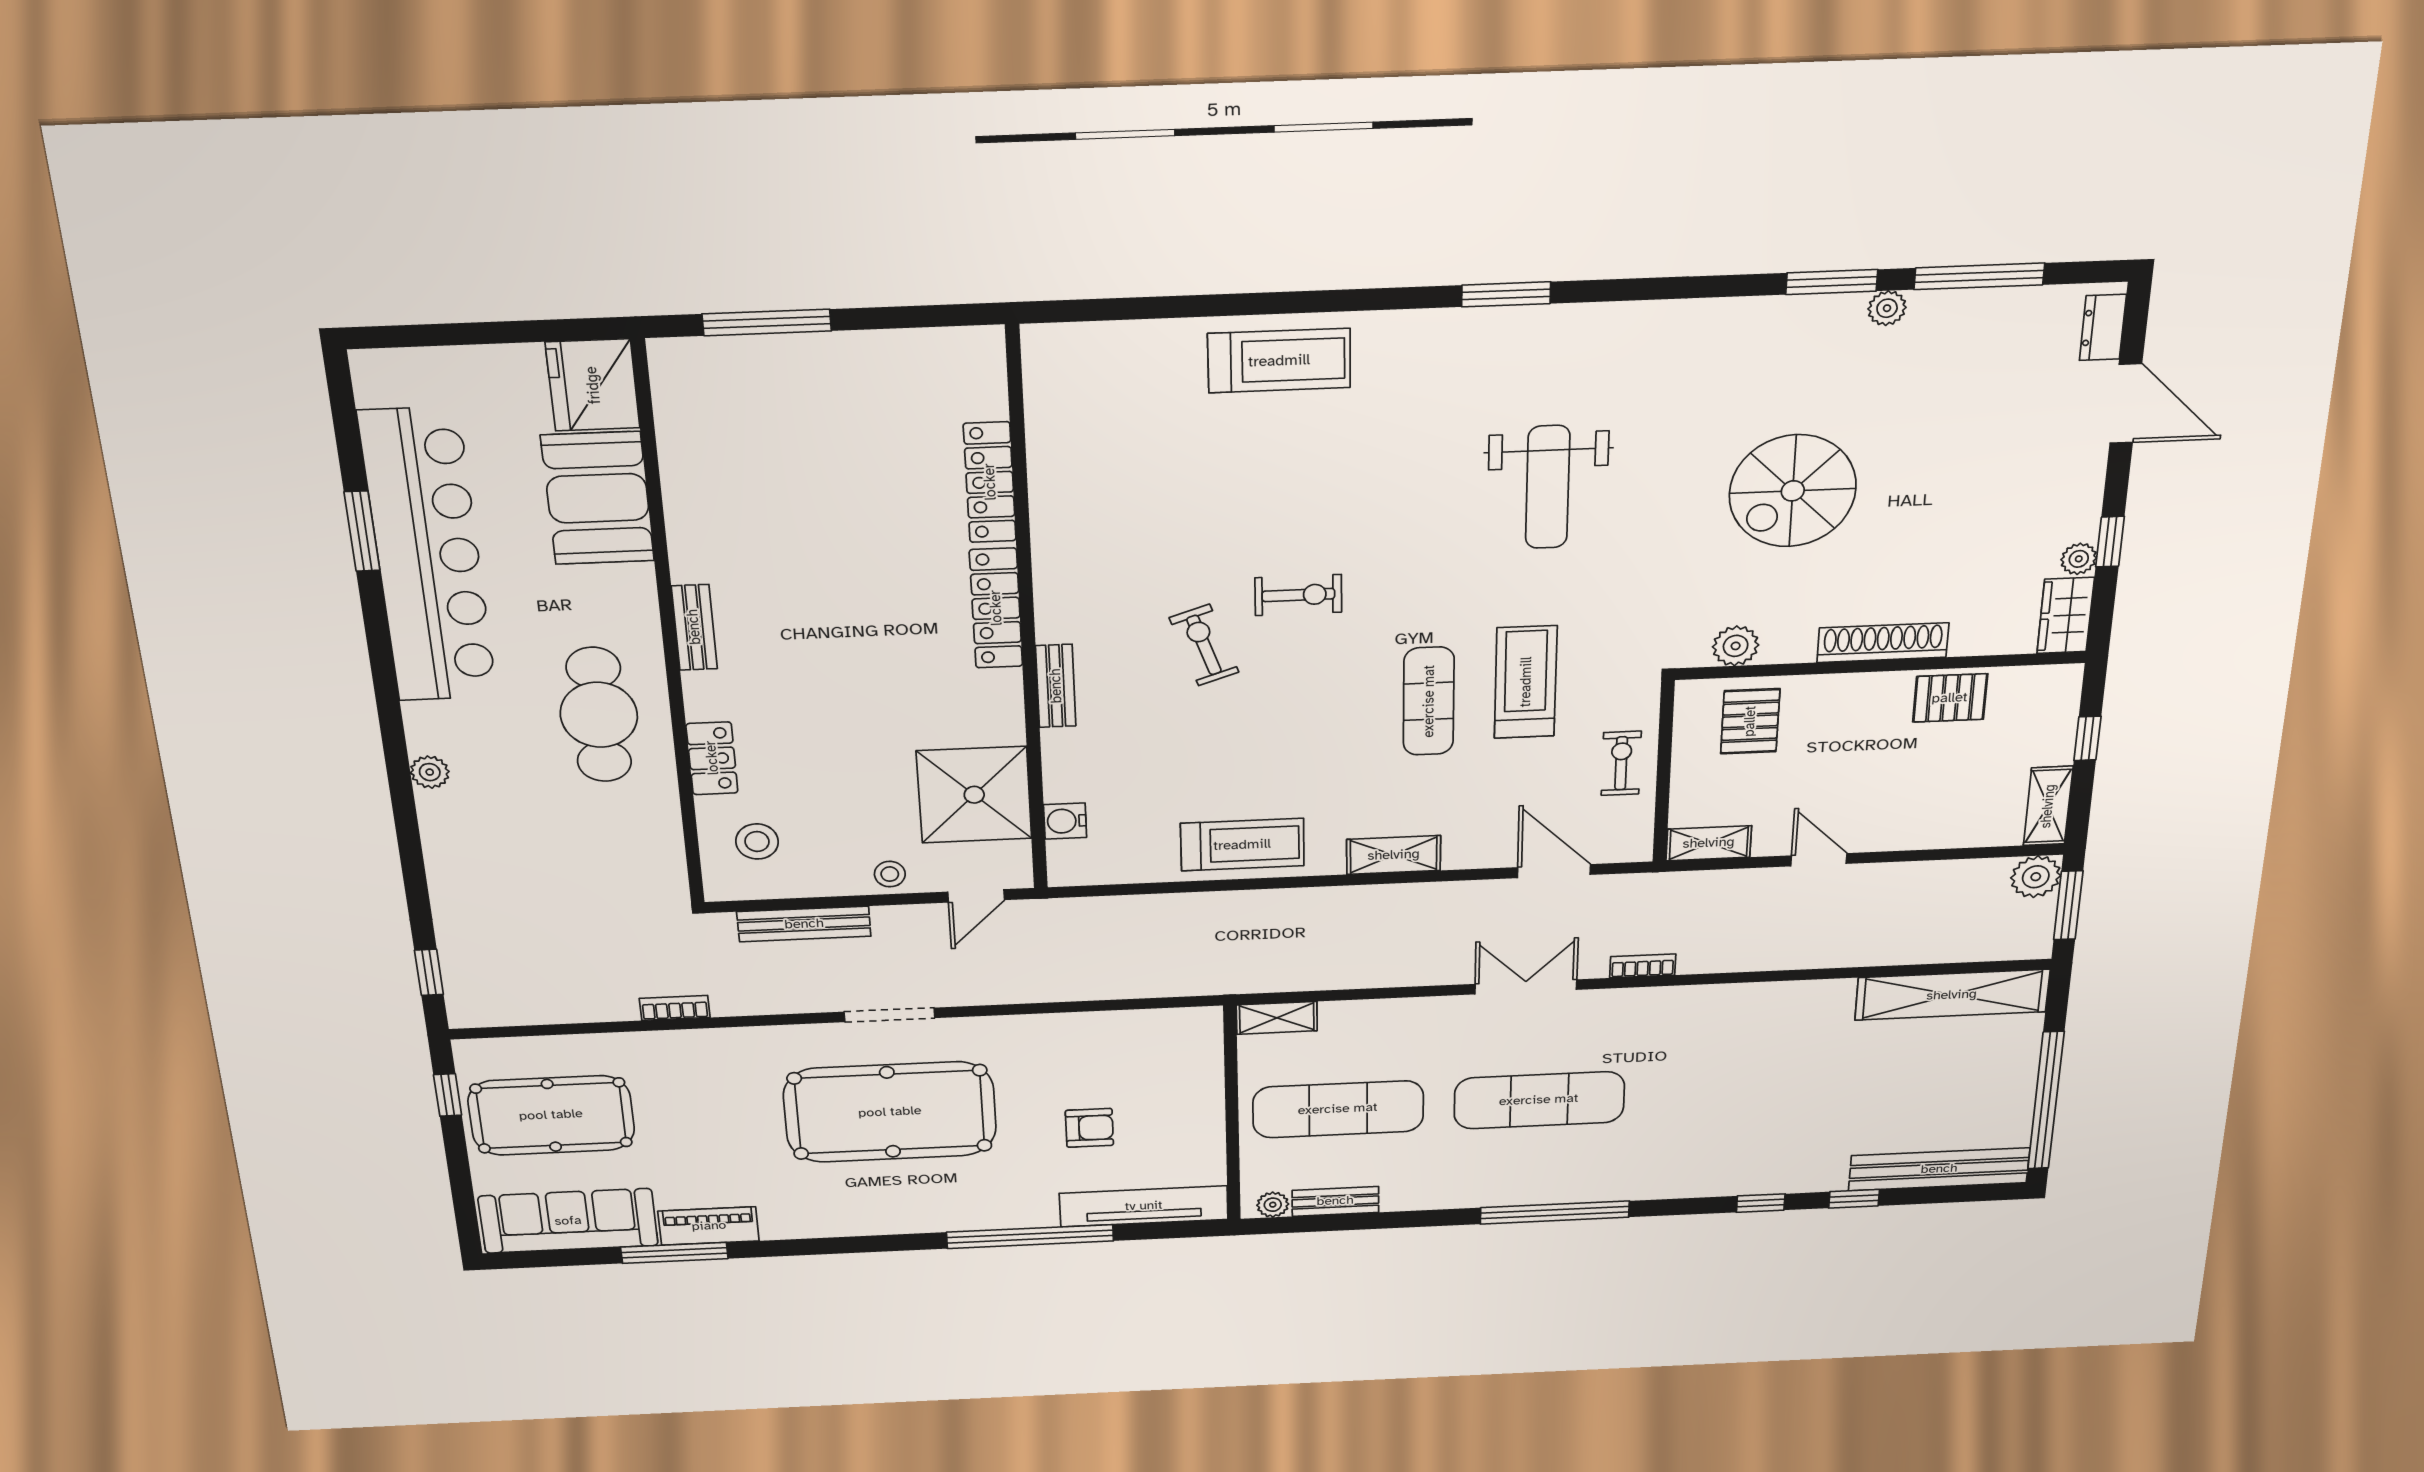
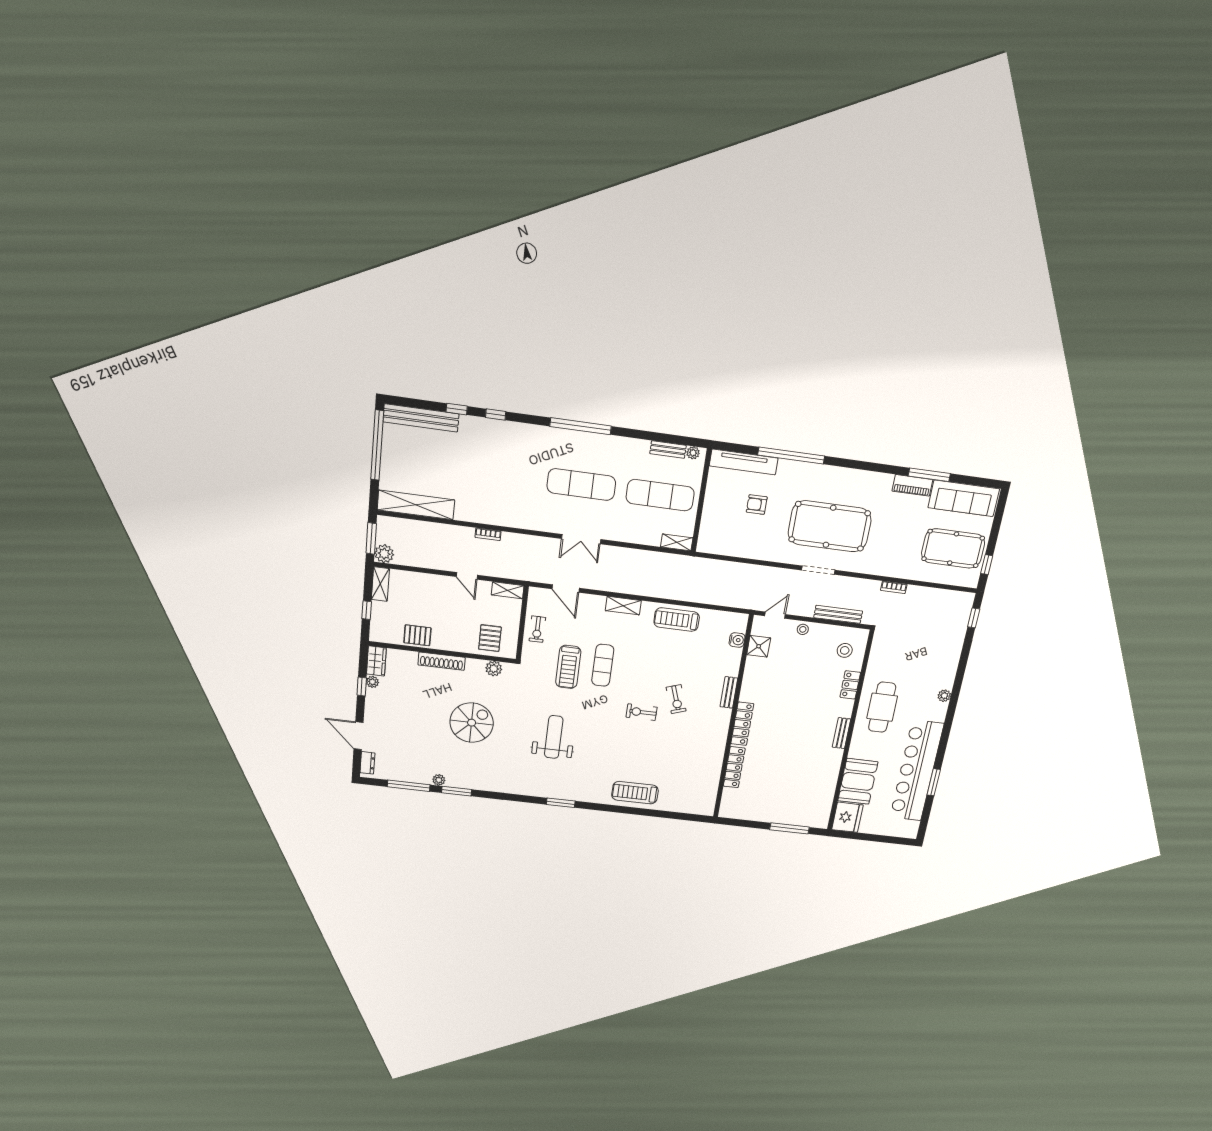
shower: (974, 795) -> (759, 646), width x0.54, depth x0.54
bookcase: (1643, 966) -> (488, 534), moved

